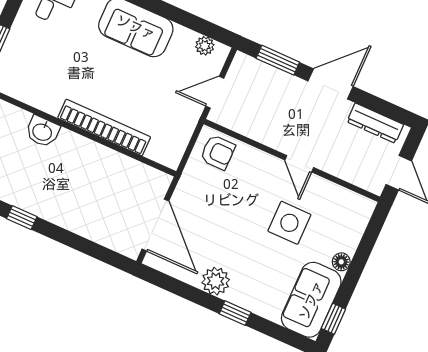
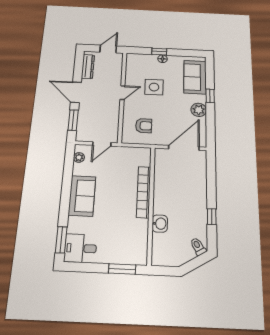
door: (215, 92) -> (102, 144), hinge flipped
armchair: (218, 152) -> (144, 126), moved, turned 90
sofa: (311, 300) -> (195, 77), moved, turned 90
window: (333, 319) -> (159, 52), moved

